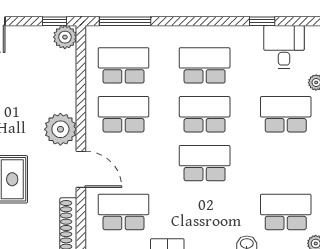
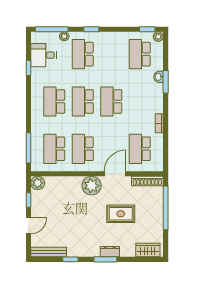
window: (54, 21) -> (28, 200), moved

